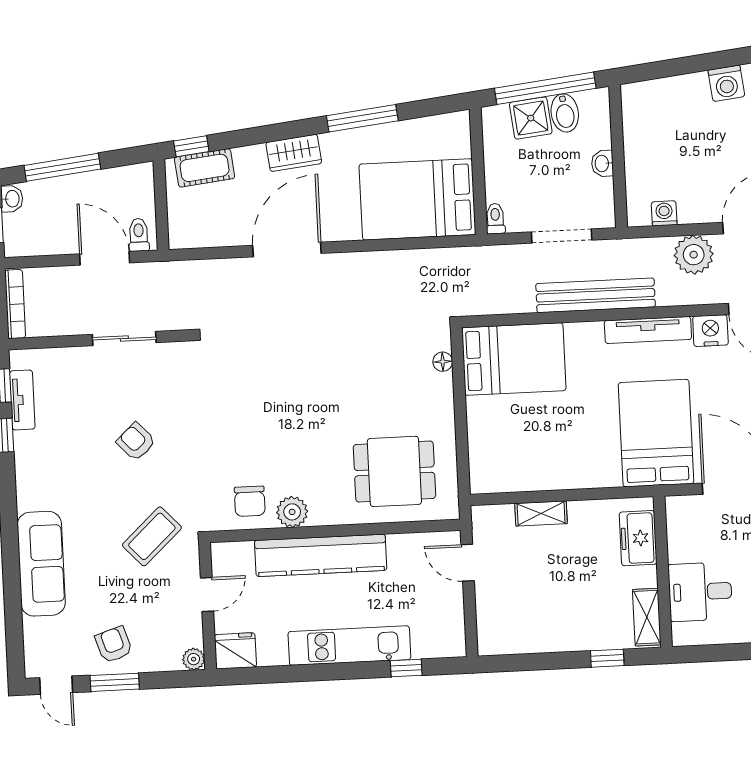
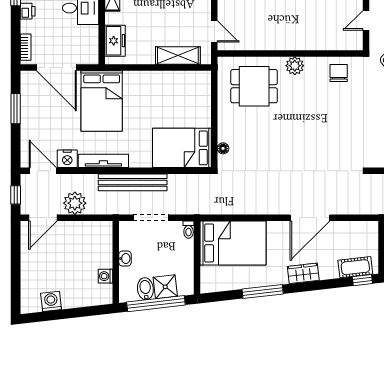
washing machine: (664, 213) -> (106, 276), moved, turned 90
plant: (292, 512) -> (295, 66), moved
shelving: (541, 513) -> (178, 56), width x1.50, depth x1.33
kitchen counter: (321, 555) -> (299, 40), removed

